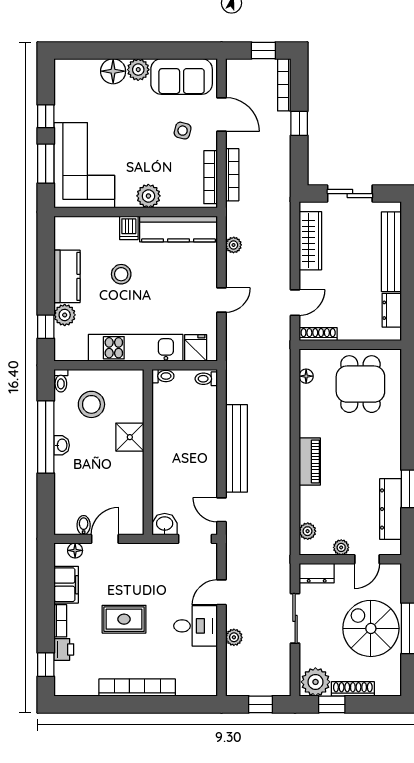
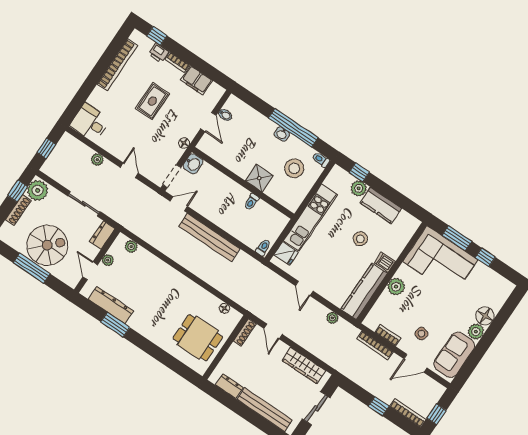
bookcase: (211, 177) -> (388, 335), width x0.64
toilet: (163, 376) -> (251, 202), moved
piano: (310, 461) -> (172, 276), removed
floor lamp: (75, 550) -> (184, 143), moved
desk: (196, 626) -> (90, 123), moved, turned 90
bookcase: (137, 688) -> (117, 65), moved

